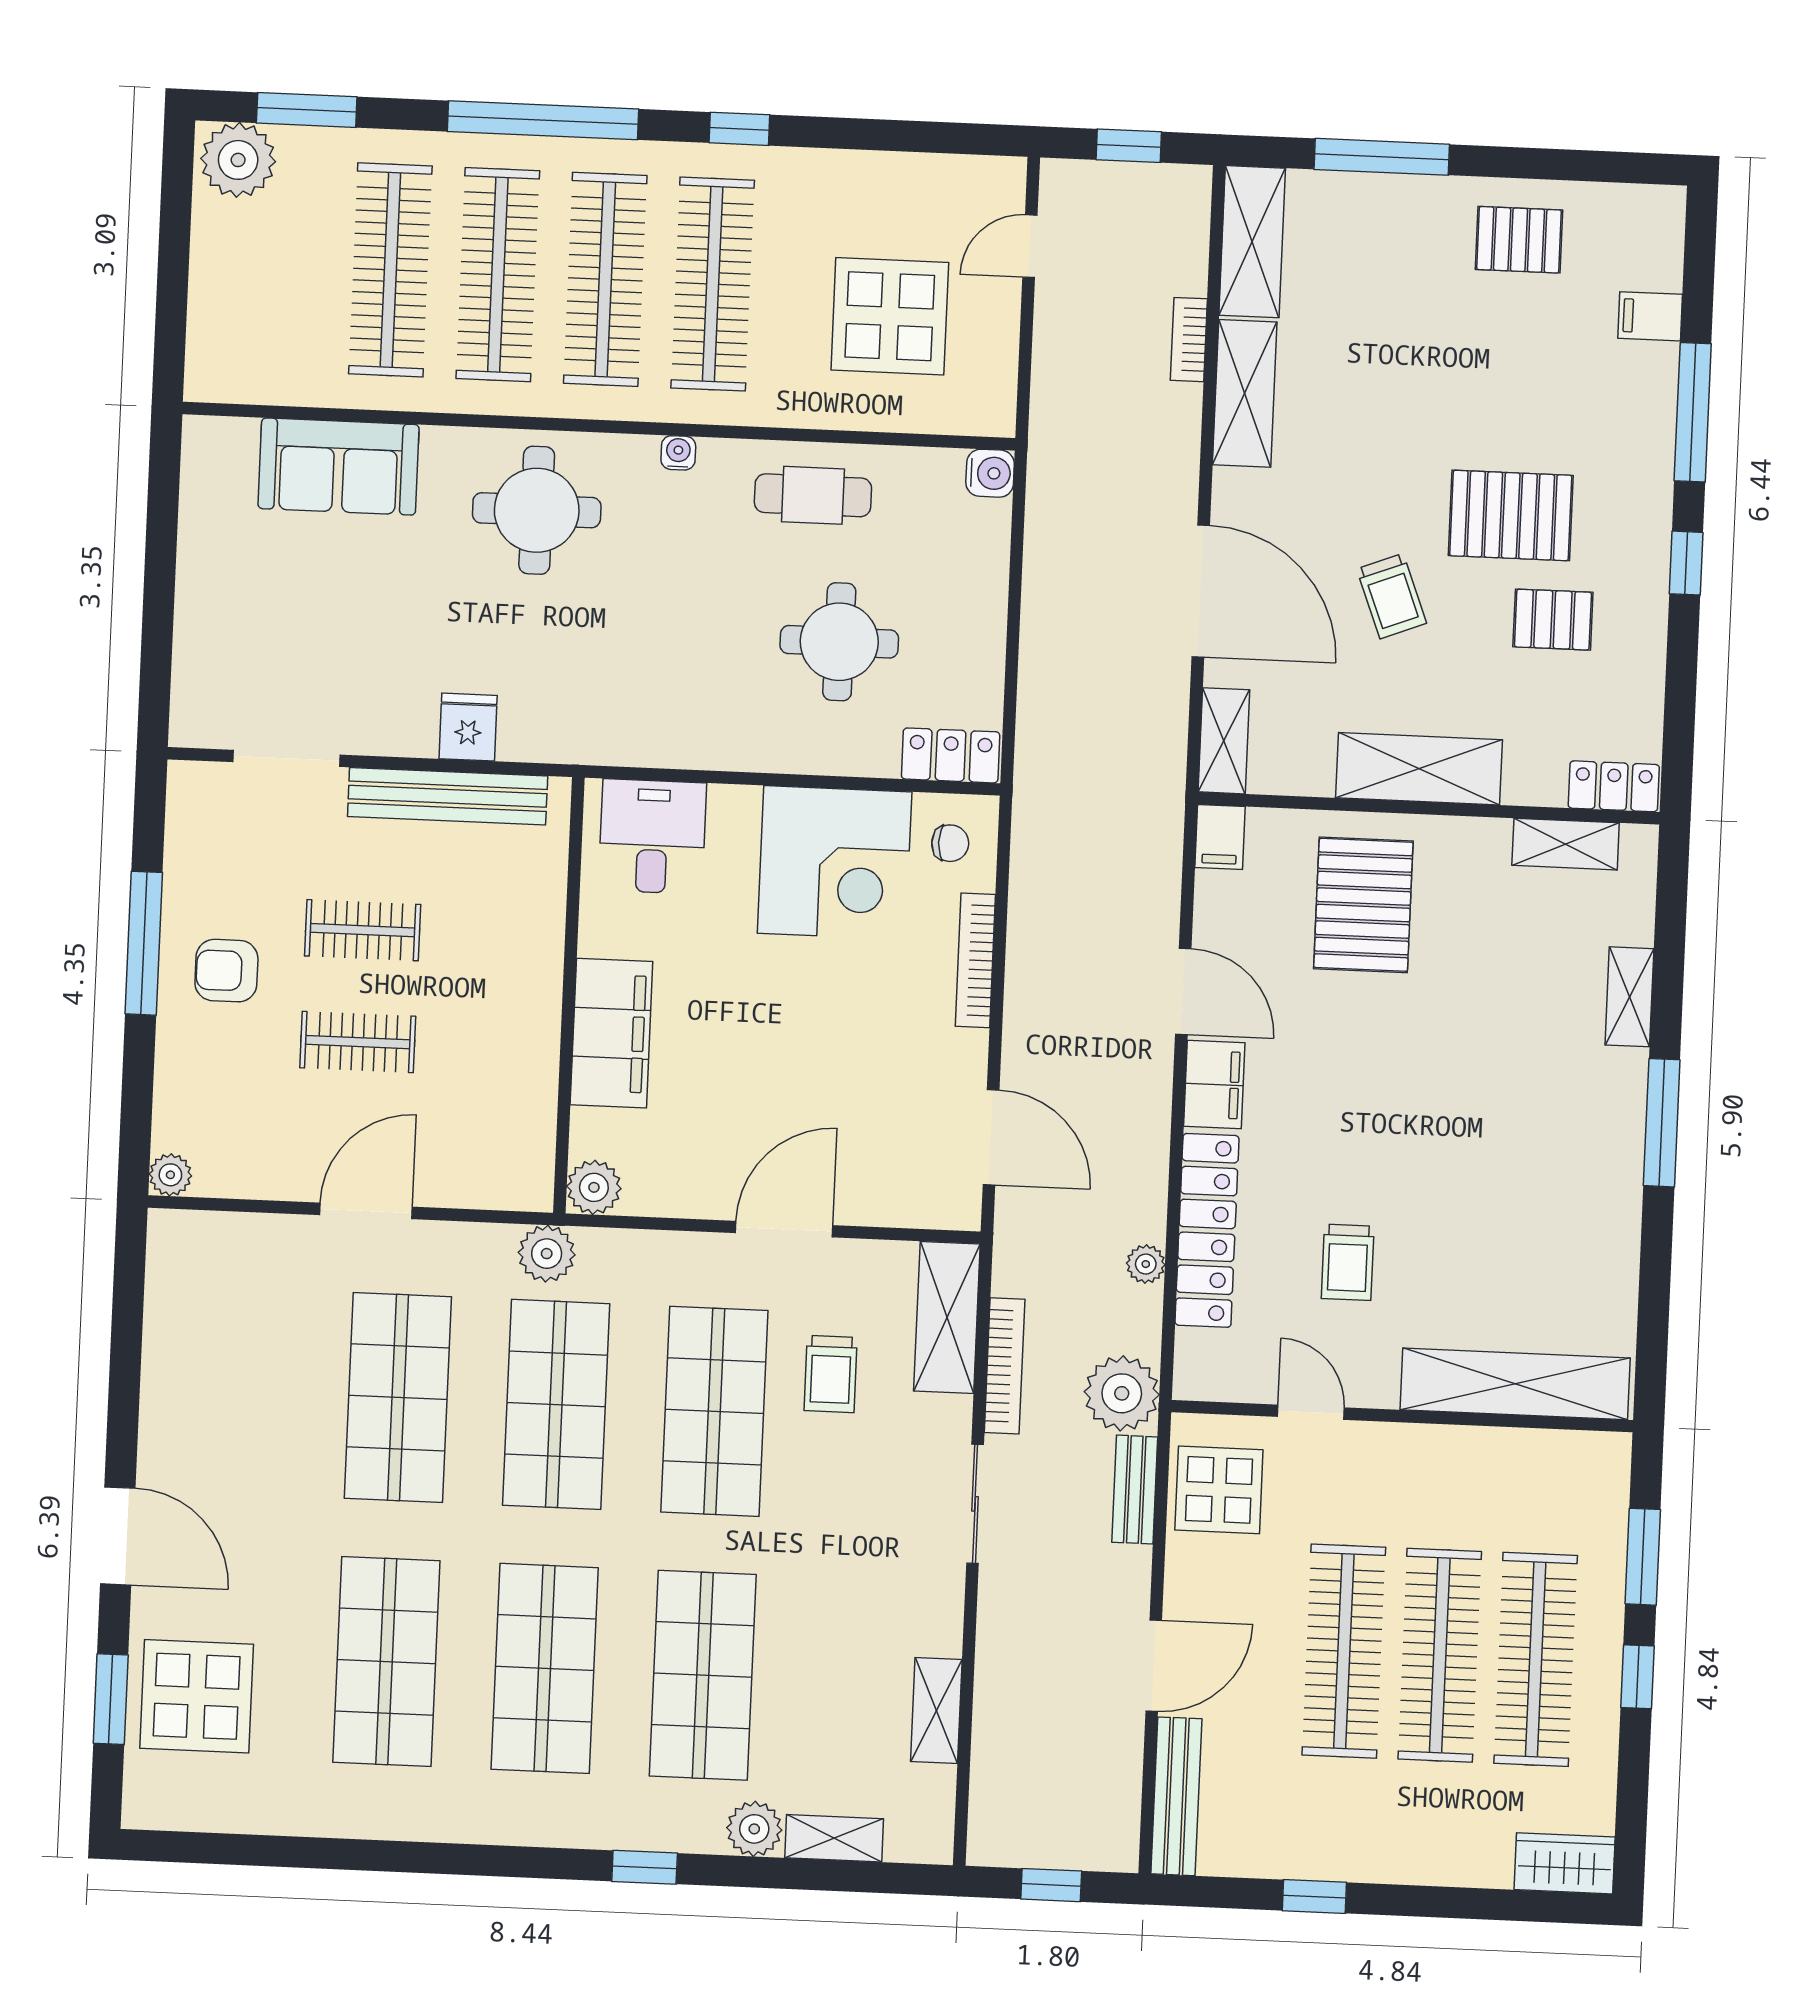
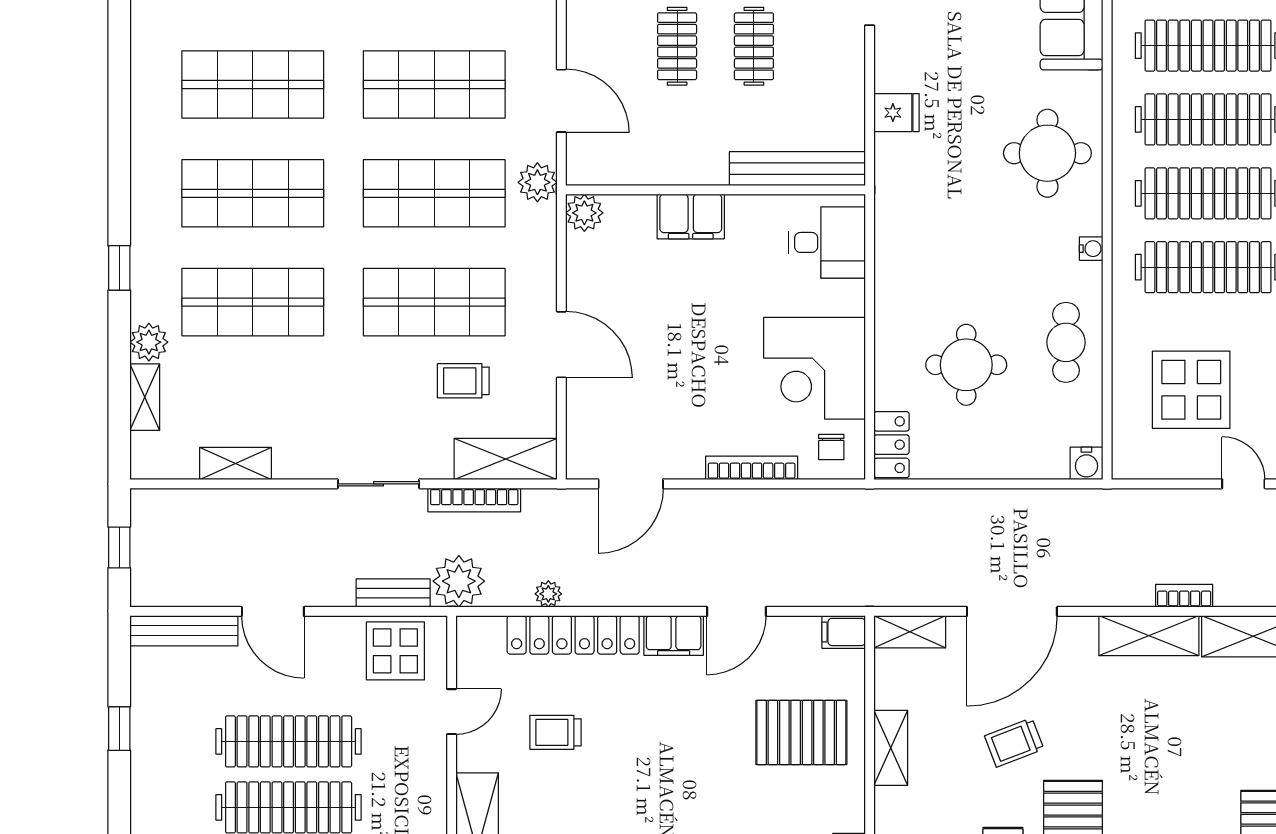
shelving: (1419, 769) -> (891, 748), width x0.67, depth x0.75
bench: (448, 796) -> (797, 169), moved, turned 90
filing cabinet: (611, 1033) -> (691, 216), width x0.67, depth x0.86
door: (366, 1211) -> (561, 101), moved

